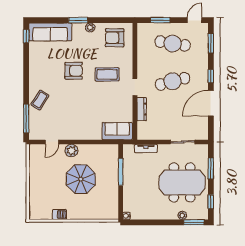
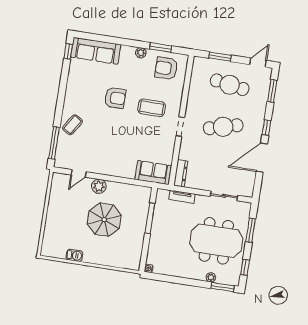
window: (78, 20) -> (161, 47), moved
dresser: (142, 109) -> (181, 173), moved

